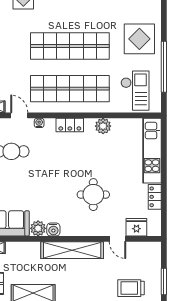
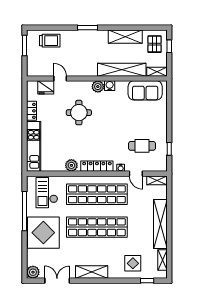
display table: (139, 39) -> (43, 233), width x1.36, depth x1.36
locker: (70, 125) -> (97, 166), width x1.53
plant: (38, 228) -> (98, 87), moved
shelving: (72, 250) -> (122, 70), moved

